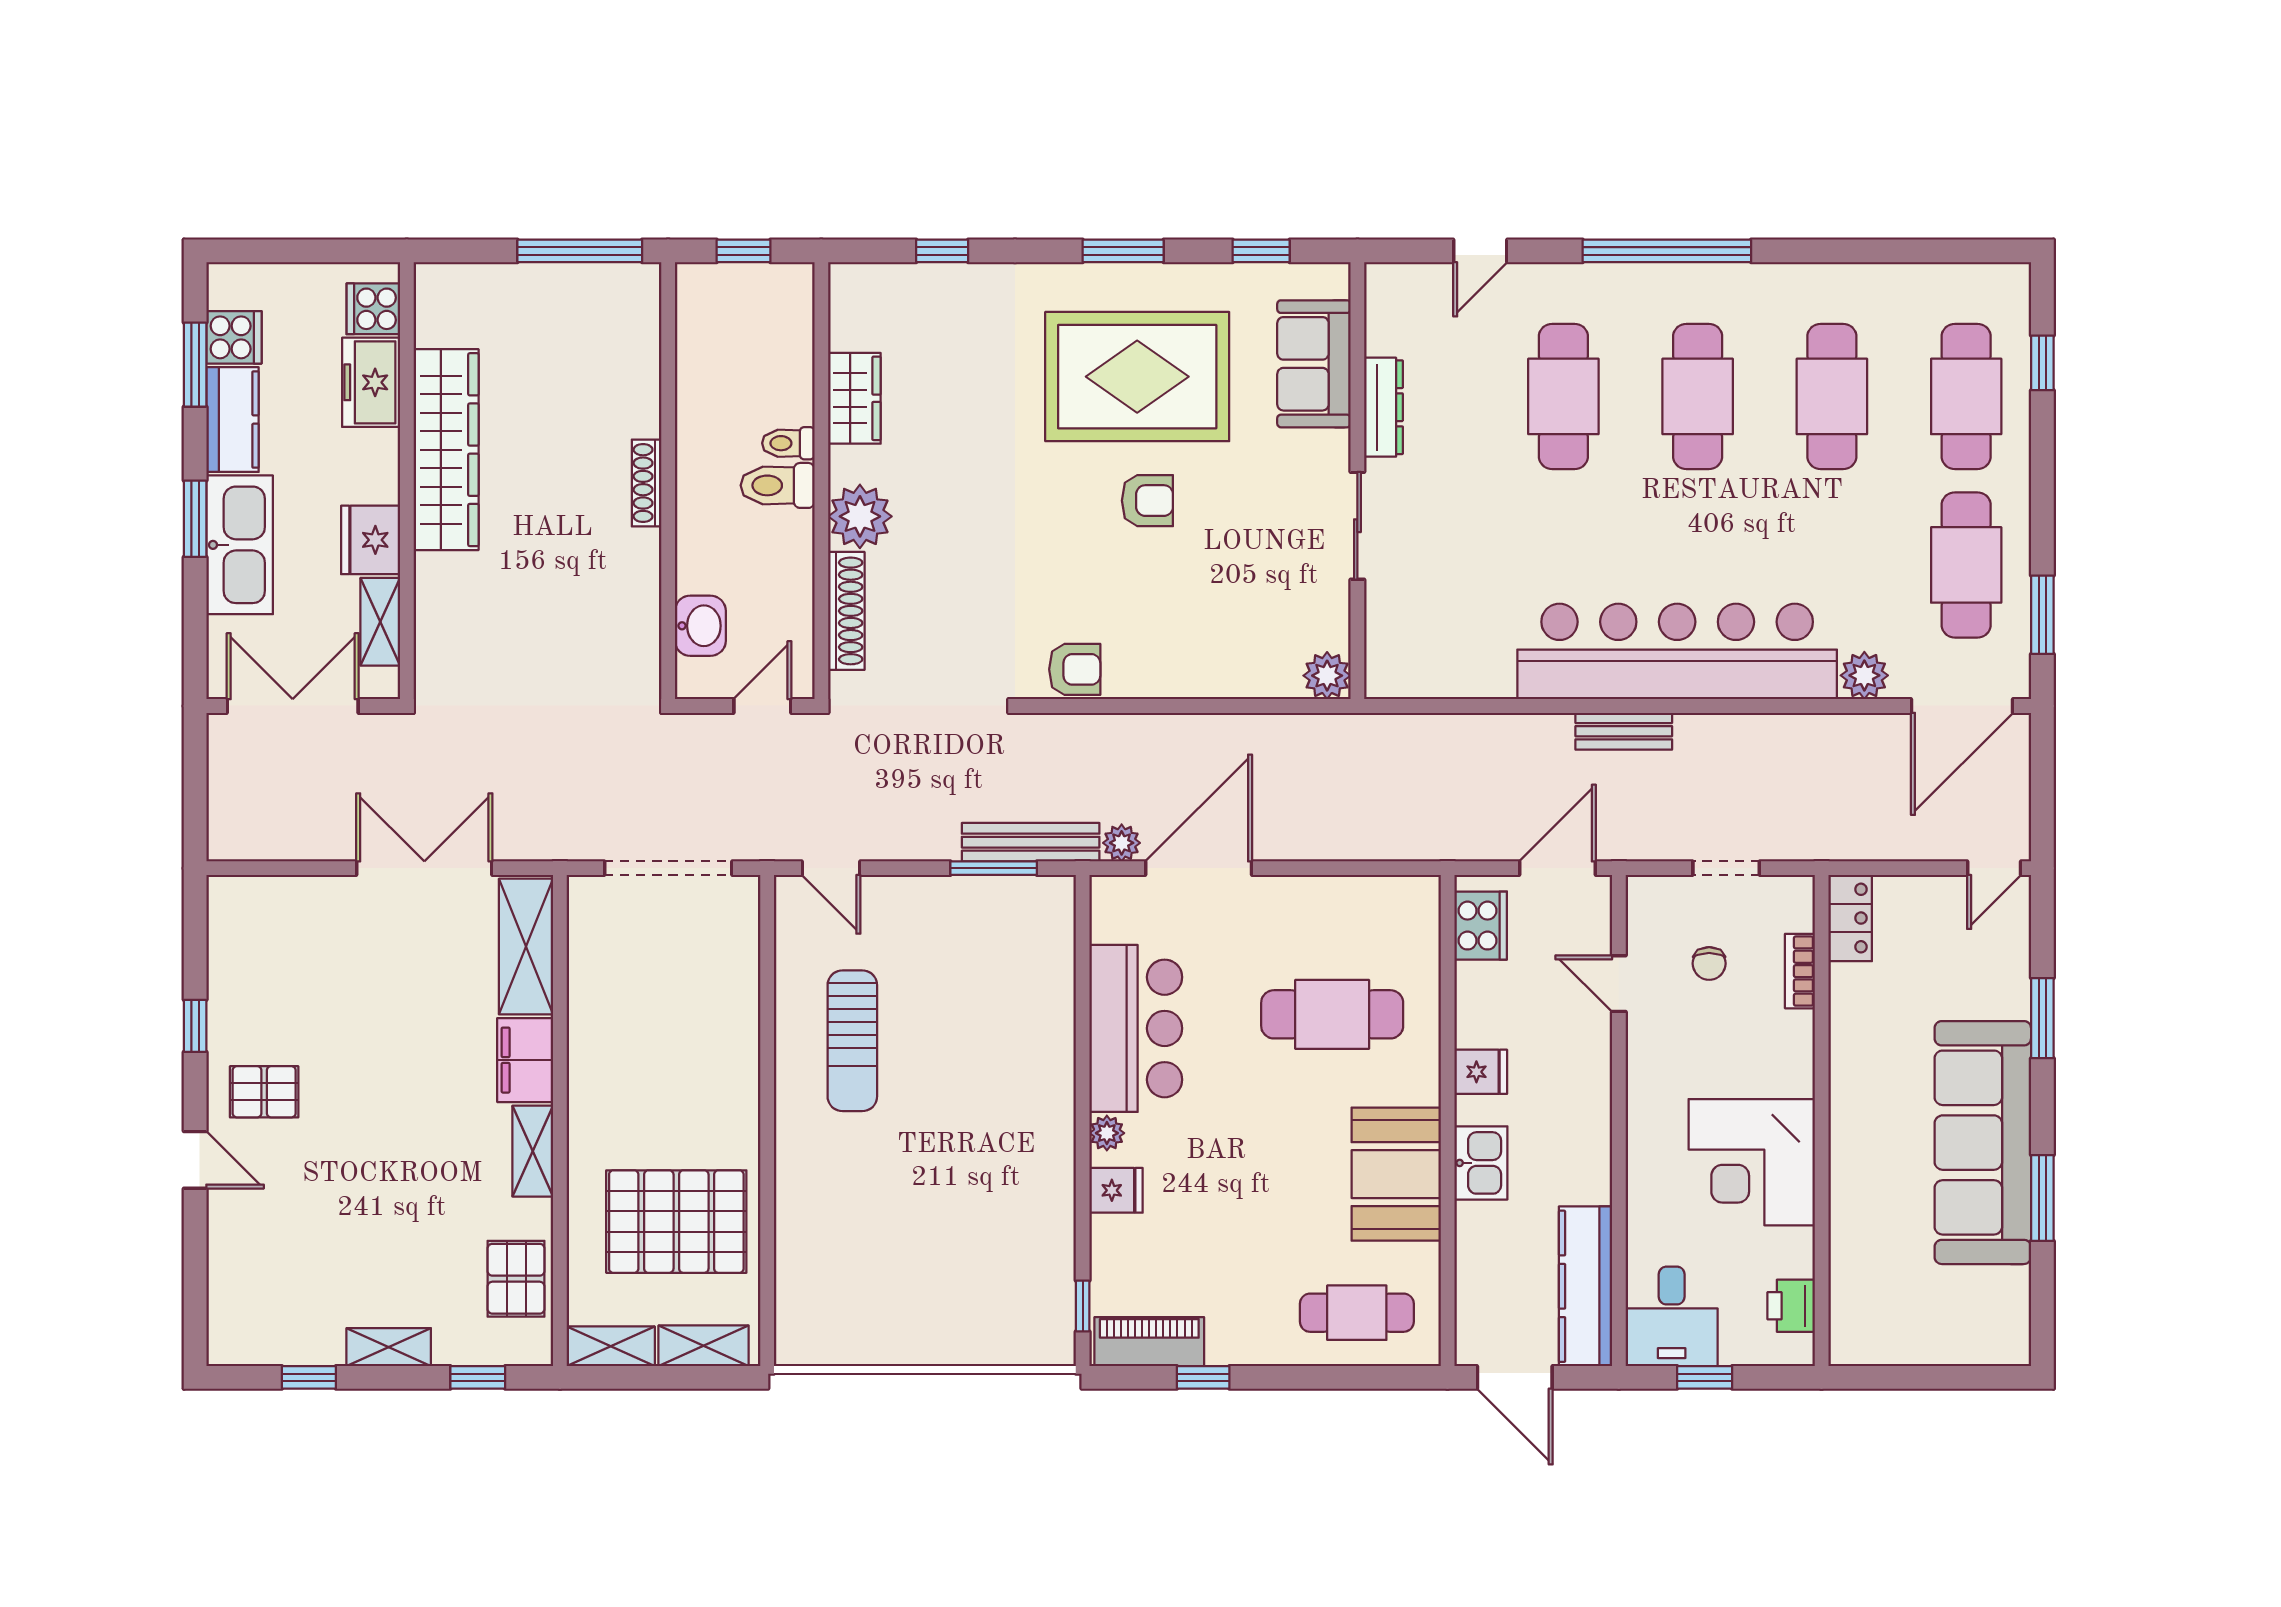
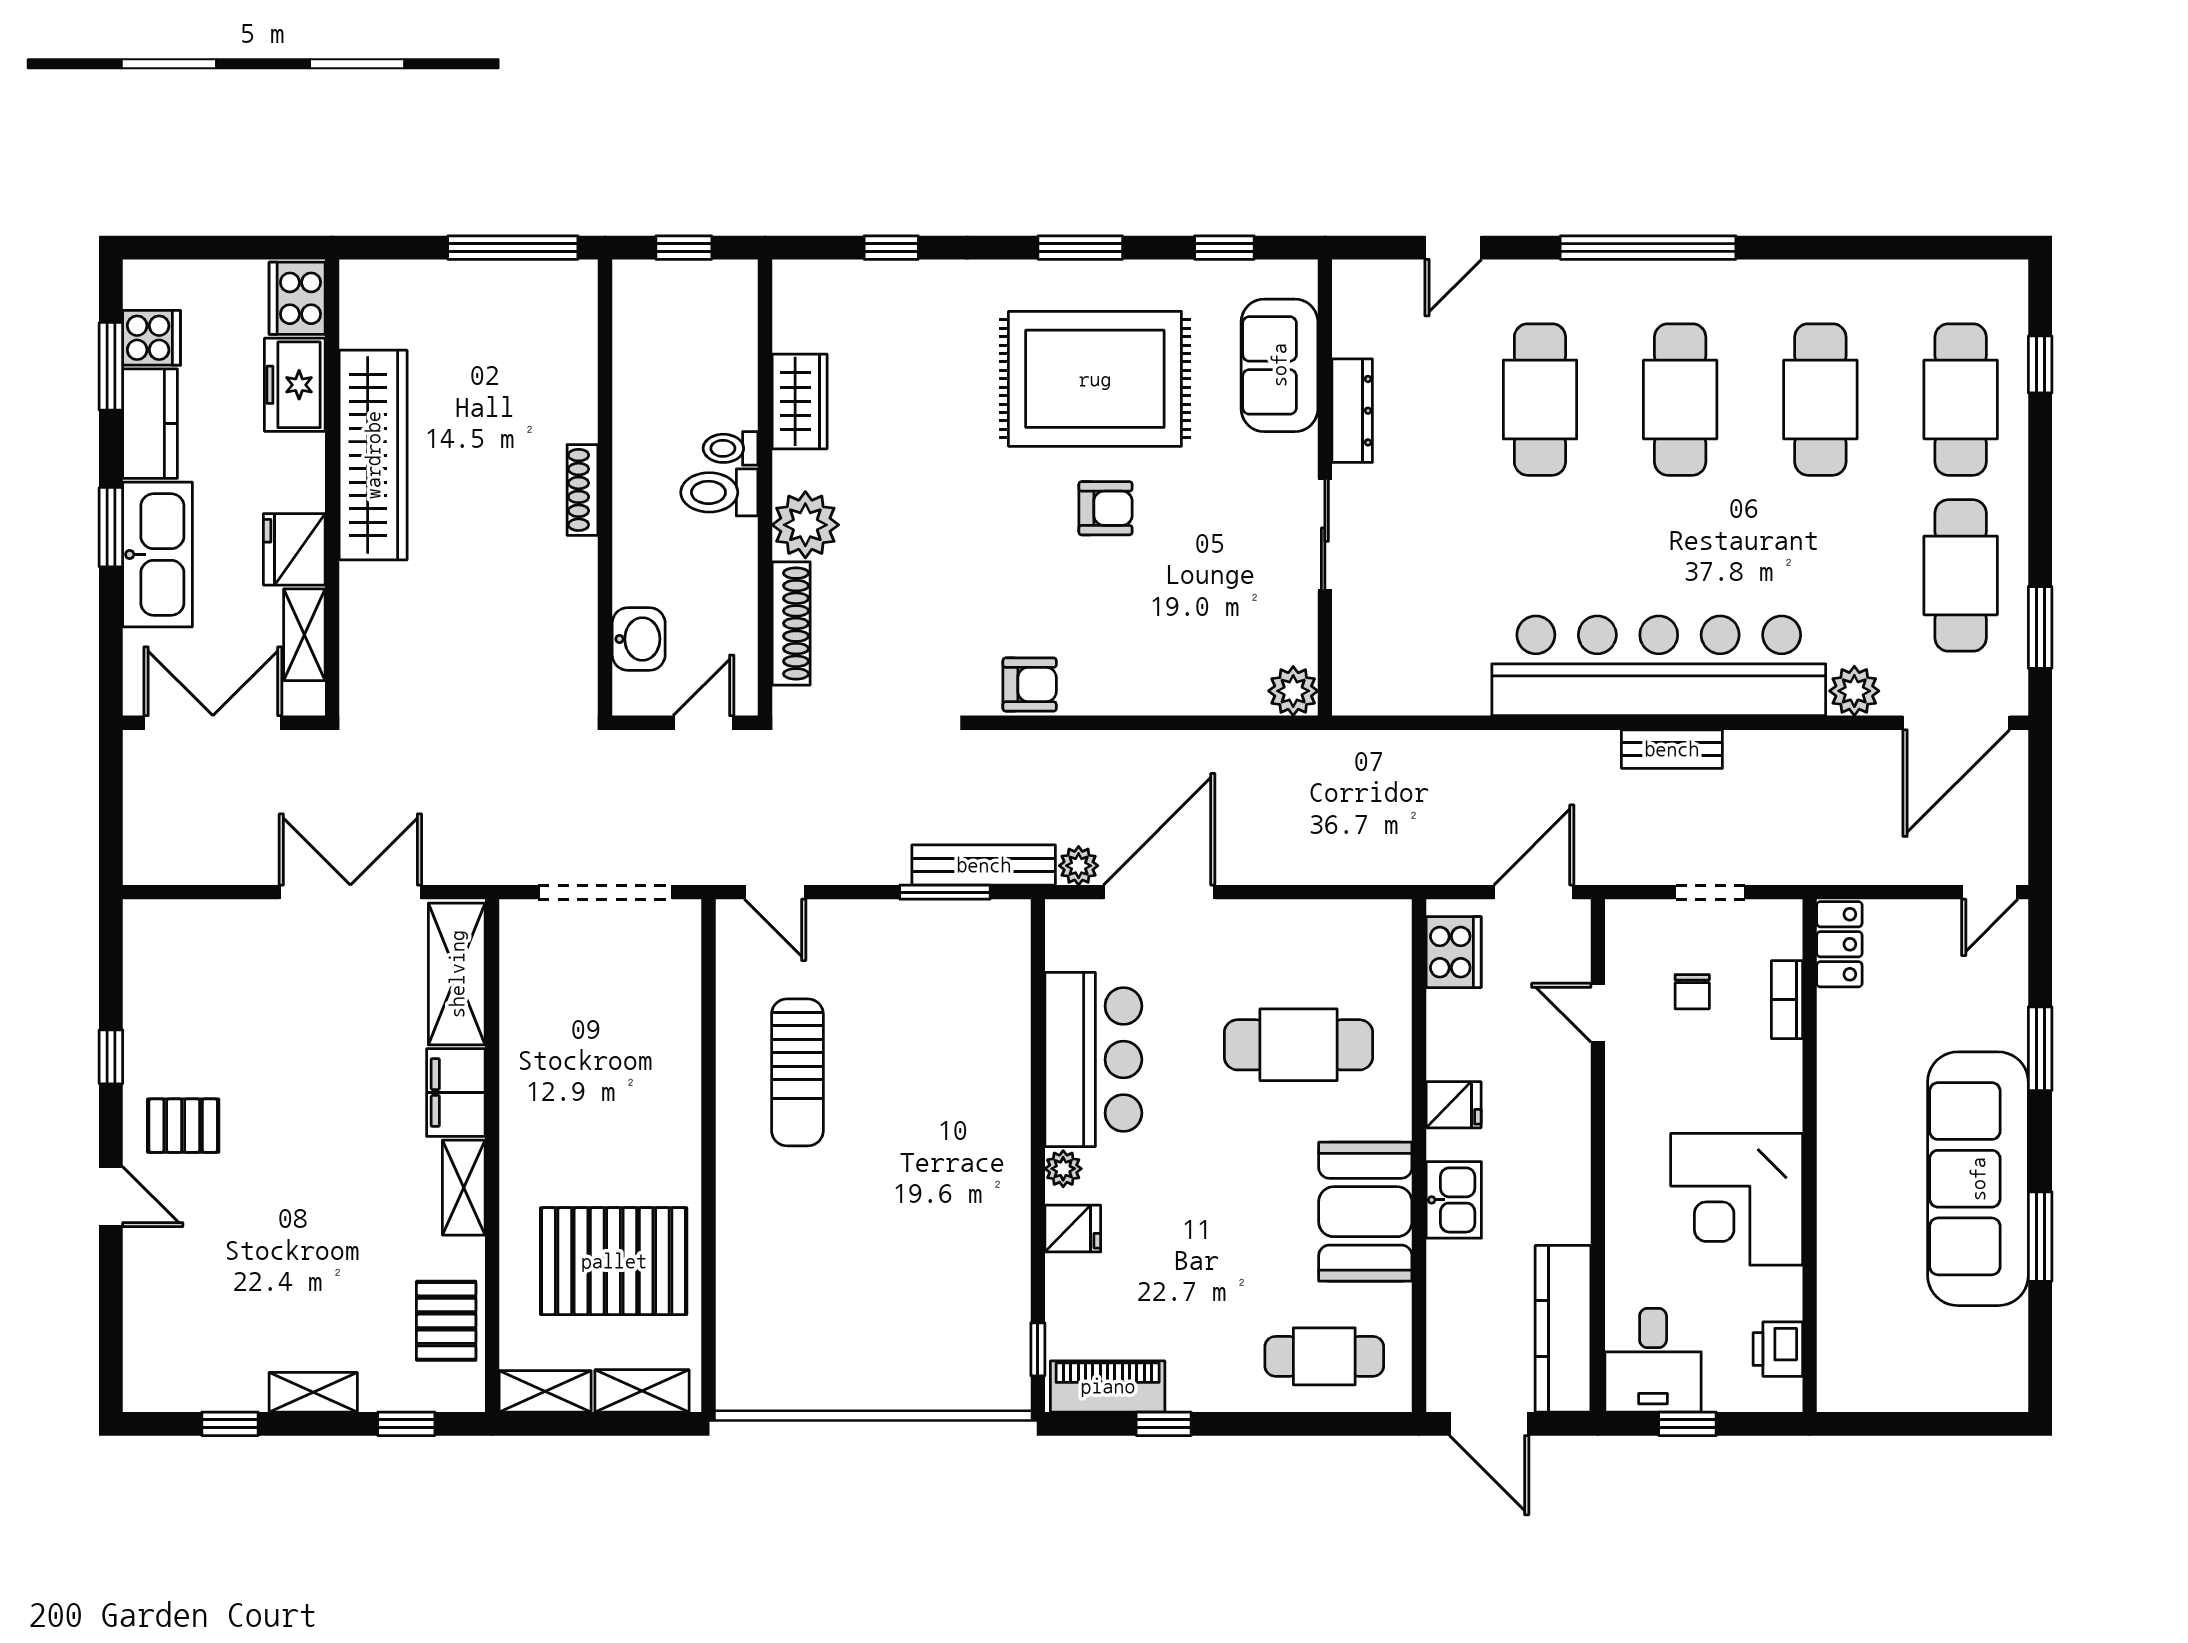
cooker: (373, 309) -> (297, 298), width x1.36
bench: (1624, 731) -> (1672, 749), moved

